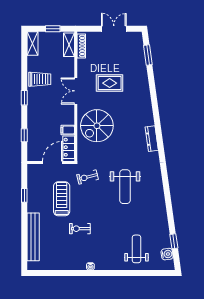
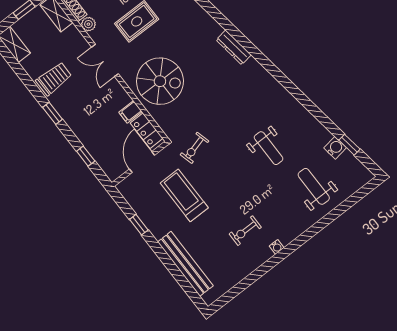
plant: (82, 64) -> (88, 24), added
spiral stairs: (97, 126) -> (160, 81), turned -90
weight bench: (125, 187) -> (269, 148), moved, width x0.73, depth x0.75
exercise bike: (80, 229) -> (245, 231), moved
water cooler: (167, 254) -> (335, 148), moved

